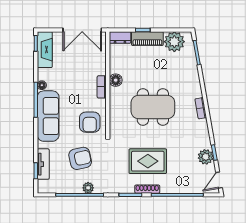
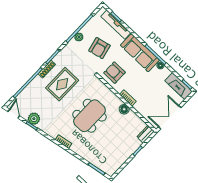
piano: (147, 39) -> (130, 149), removed
plant: (174, 42) -> (114, 162), removed
tv unit: (43, 164) -> (116, 25), width x1.41

